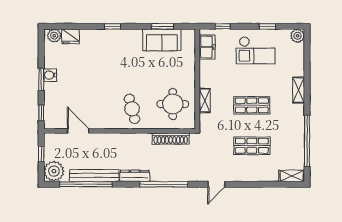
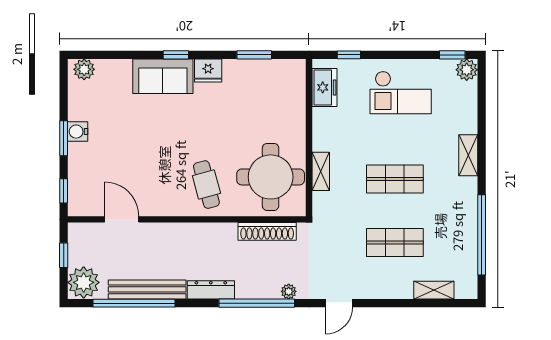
window: (267, 26) -> (452, 55), moved
fridge: (71, 36) -> (208, 71), moved
sofa: (162, 40) -> (163, 76), moved
round table: (173, 104) -> (271, 177), width x1.36, depth x1.36
shelving: (292, 176) -> (434, 290), moved
plant: (184, 177) -> (289, 291), added

